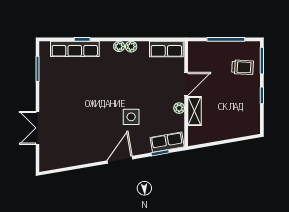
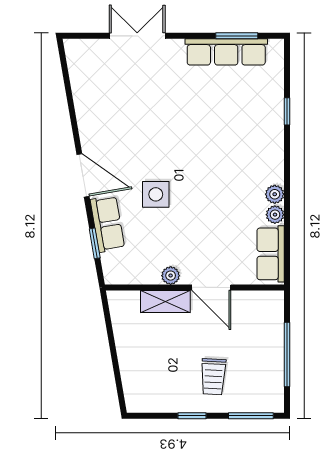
plant: (119, 46) -> (275, 215), moved
row of seats: (75, 49) -> (226, 52), moved, turned -90
trolley: (243, 67) -> (213, 377), moved
row of seats: (167, 142) -> (107, 224), moved

